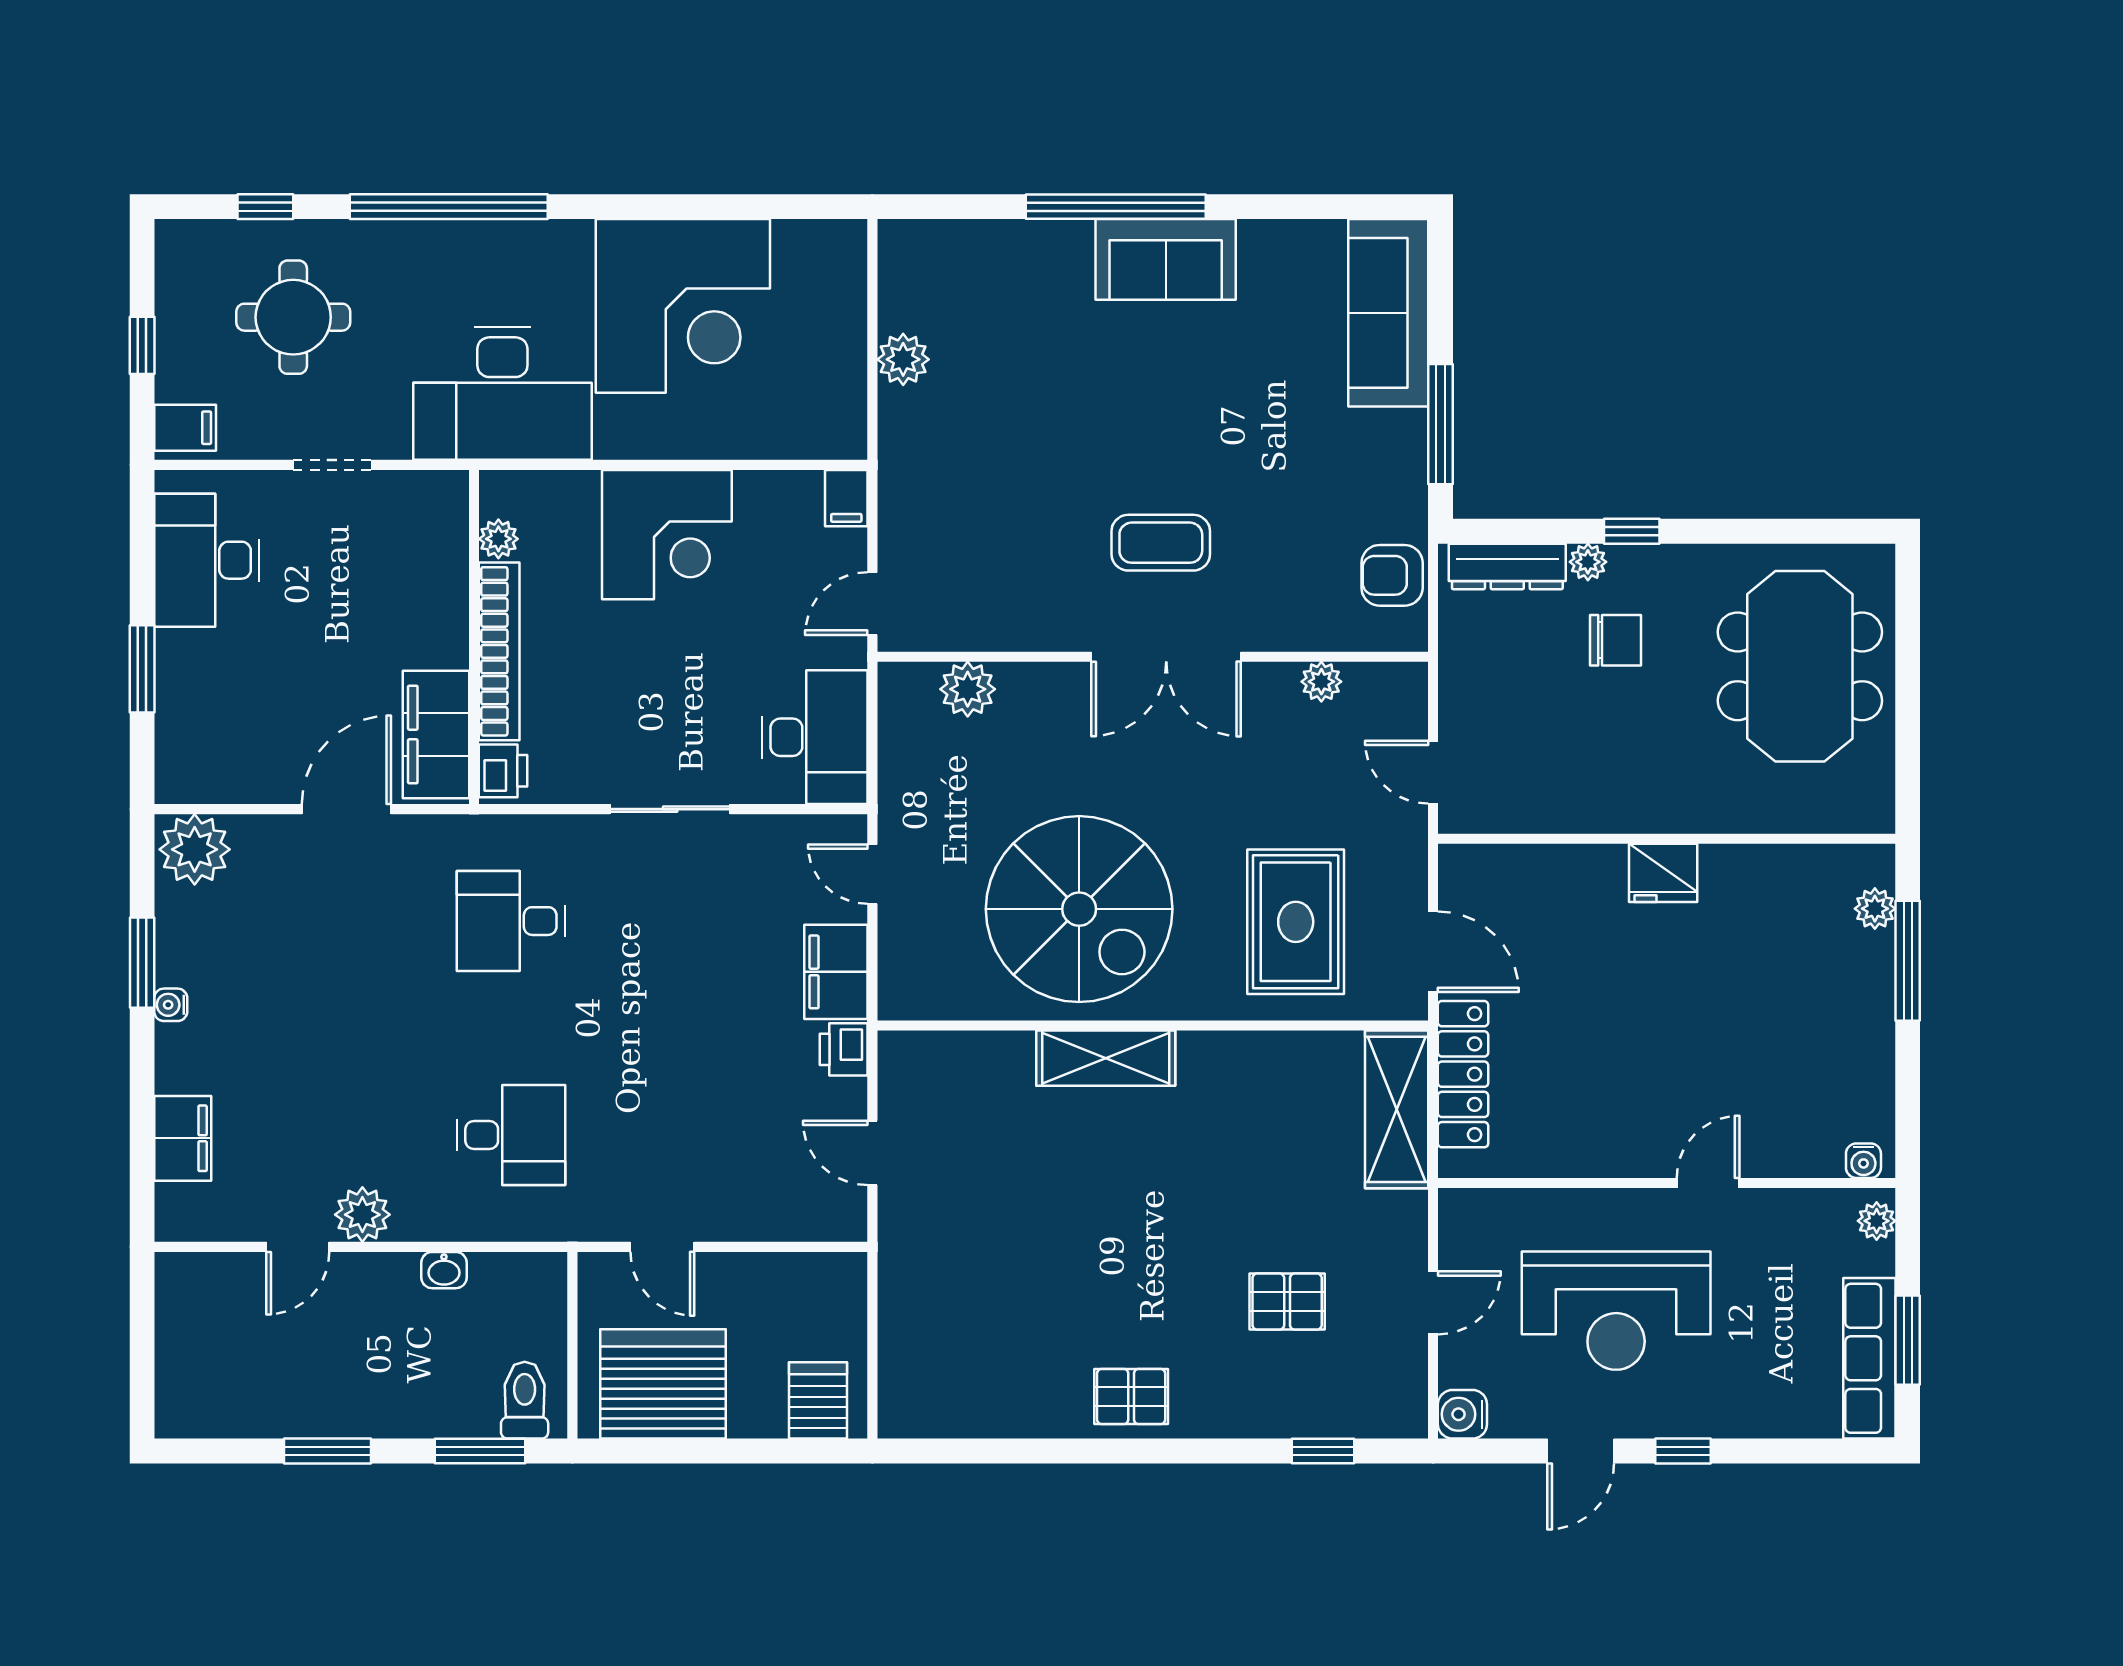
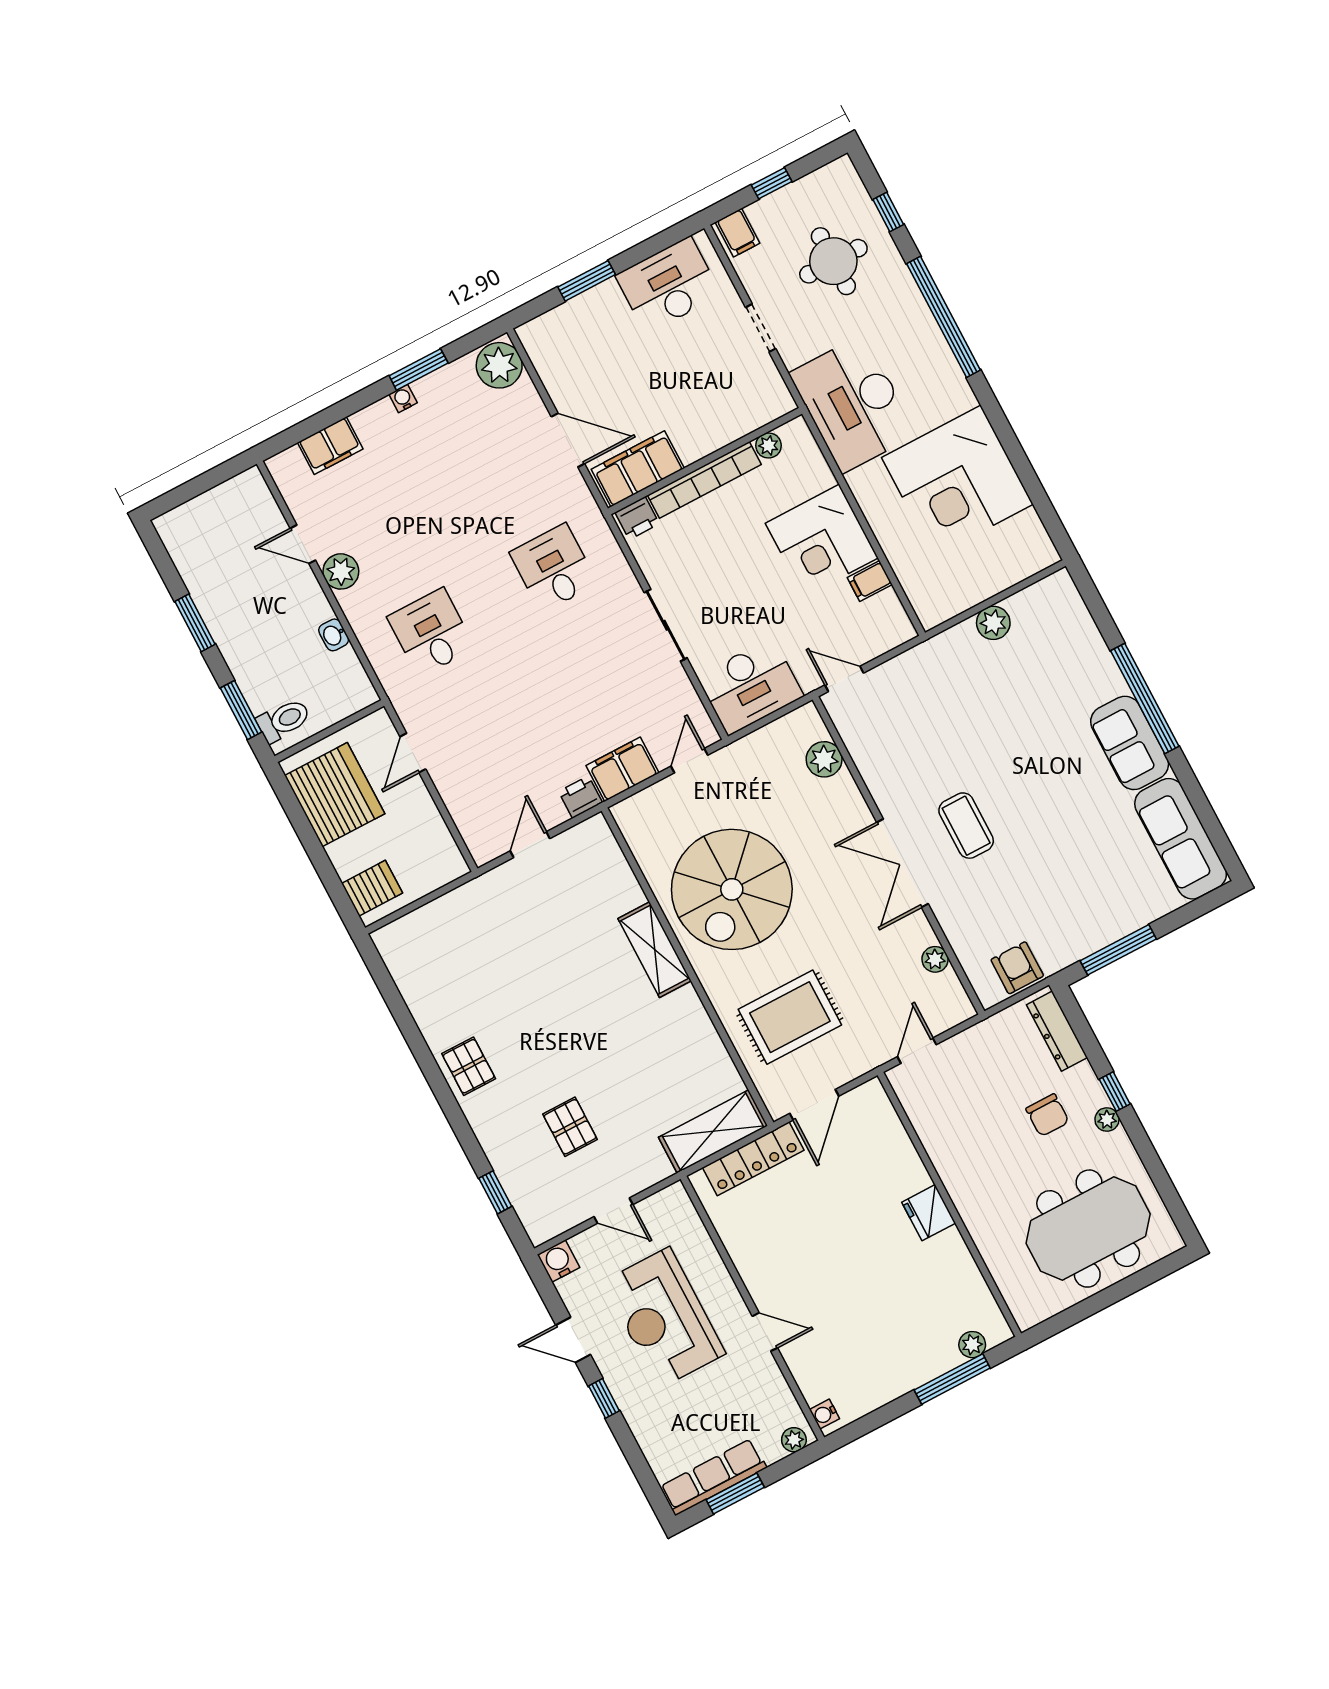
sofa: (1388, 313) -> (1181, 839), moved, turned -90
filing cabinet: (846, 498) -> (870, 581), moved
plant: (1588, 562) -> (1107, 1119), moved
desk: (511, 1135) -> (431, 632), turned 180

